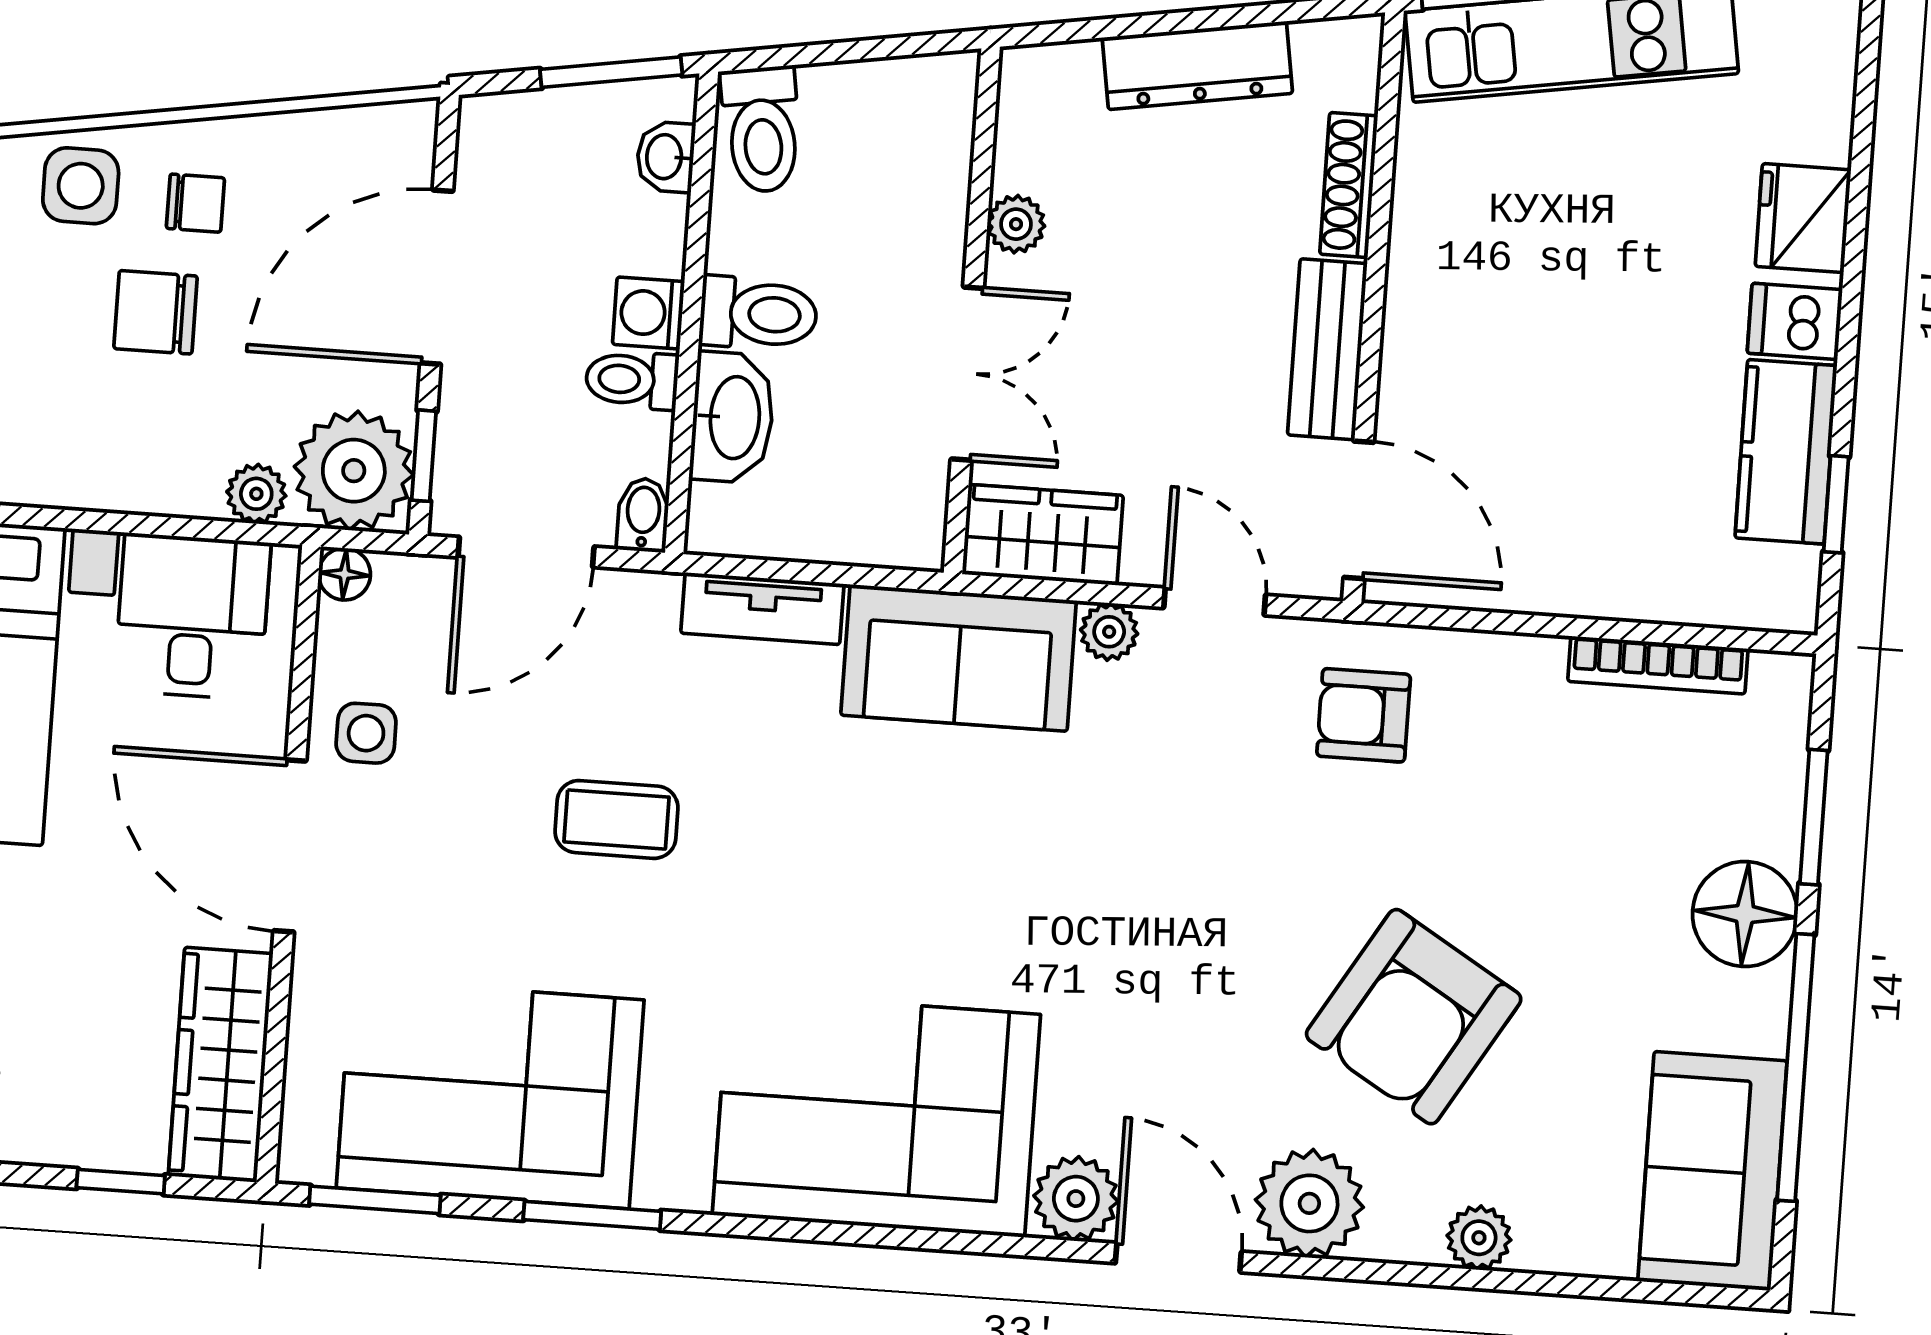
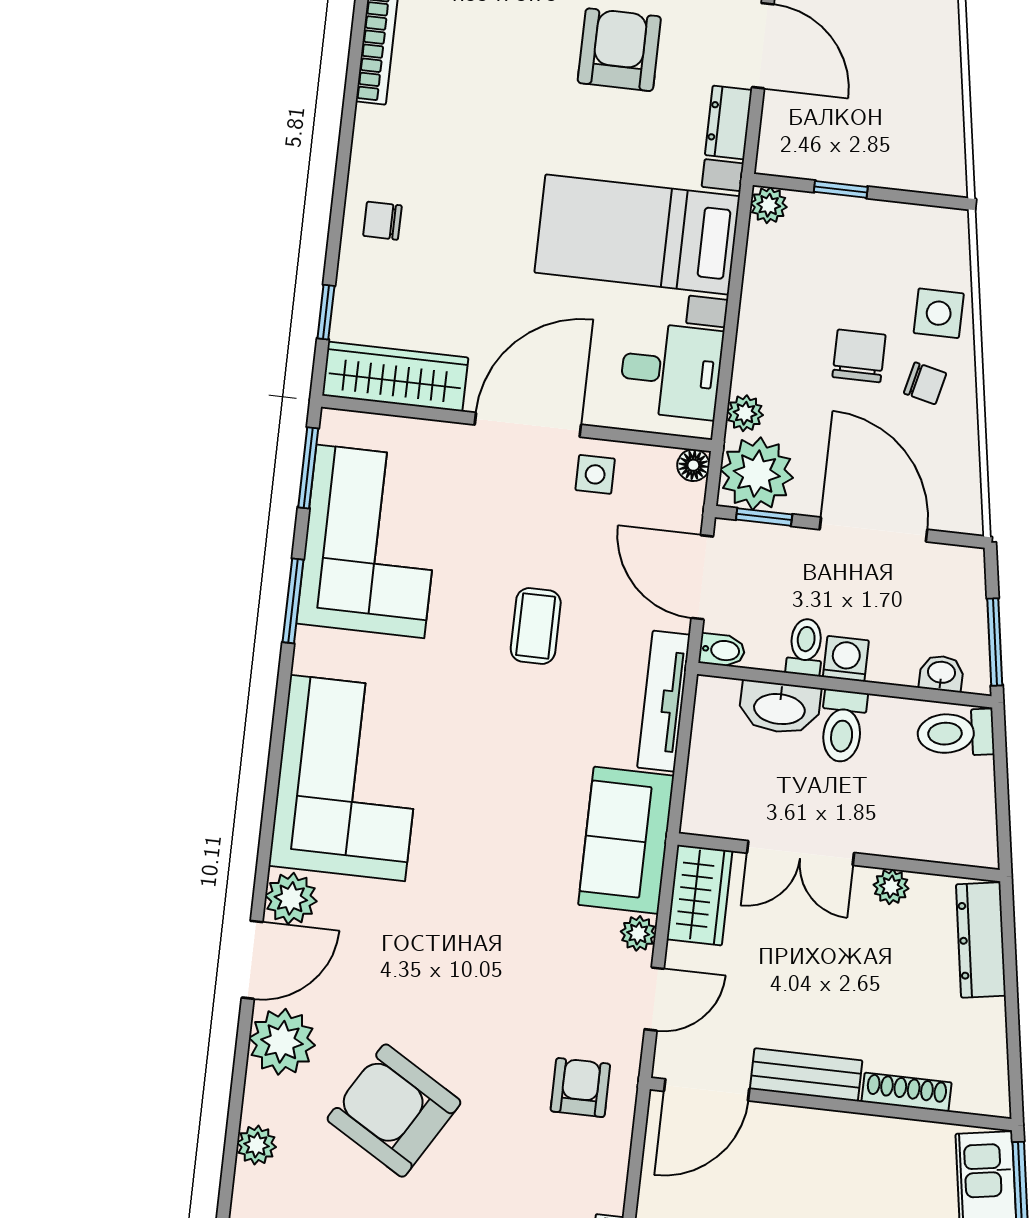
dresser: (1197, 65) -> (981, 940), moved
chair: (195, 203) -> (925, 383), turned -77
tv unit: (762, 609) -> (664, 701), width x1.41

